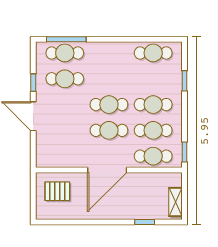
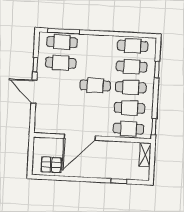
cafe table: (109, 130) -> (132, 67), moved
door: (107, 170) -> (80, 137), moved
pallet: (57, 191) -> (51, 165), moved
shelving: (176, 202) -> (145, 155), moved

